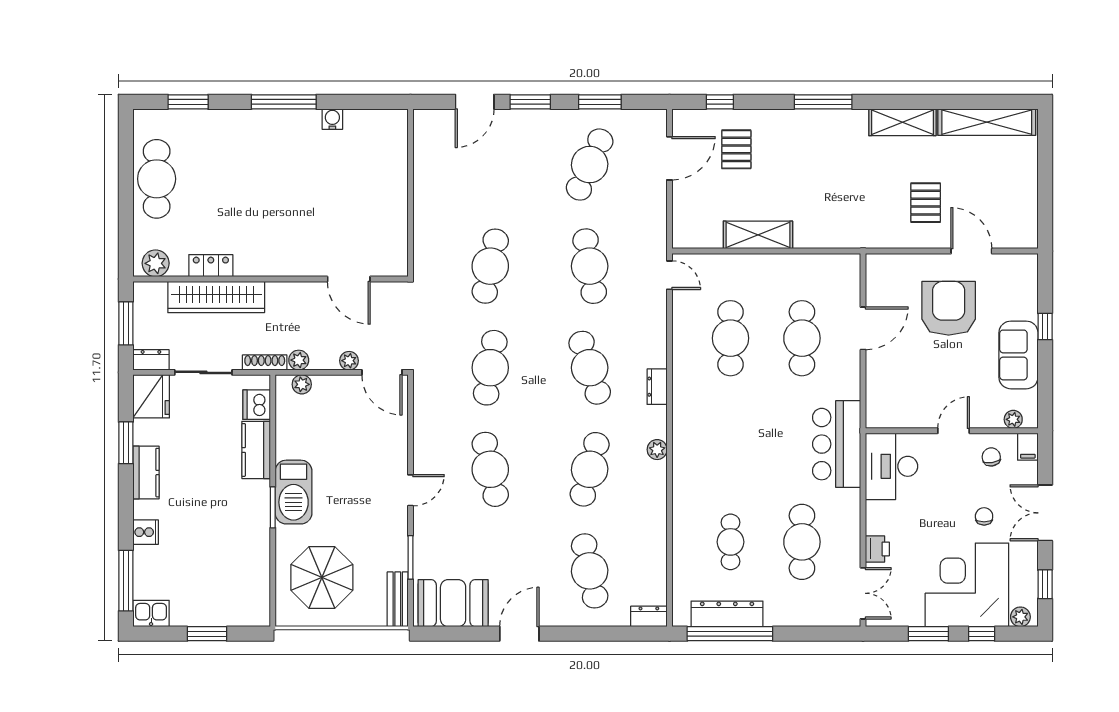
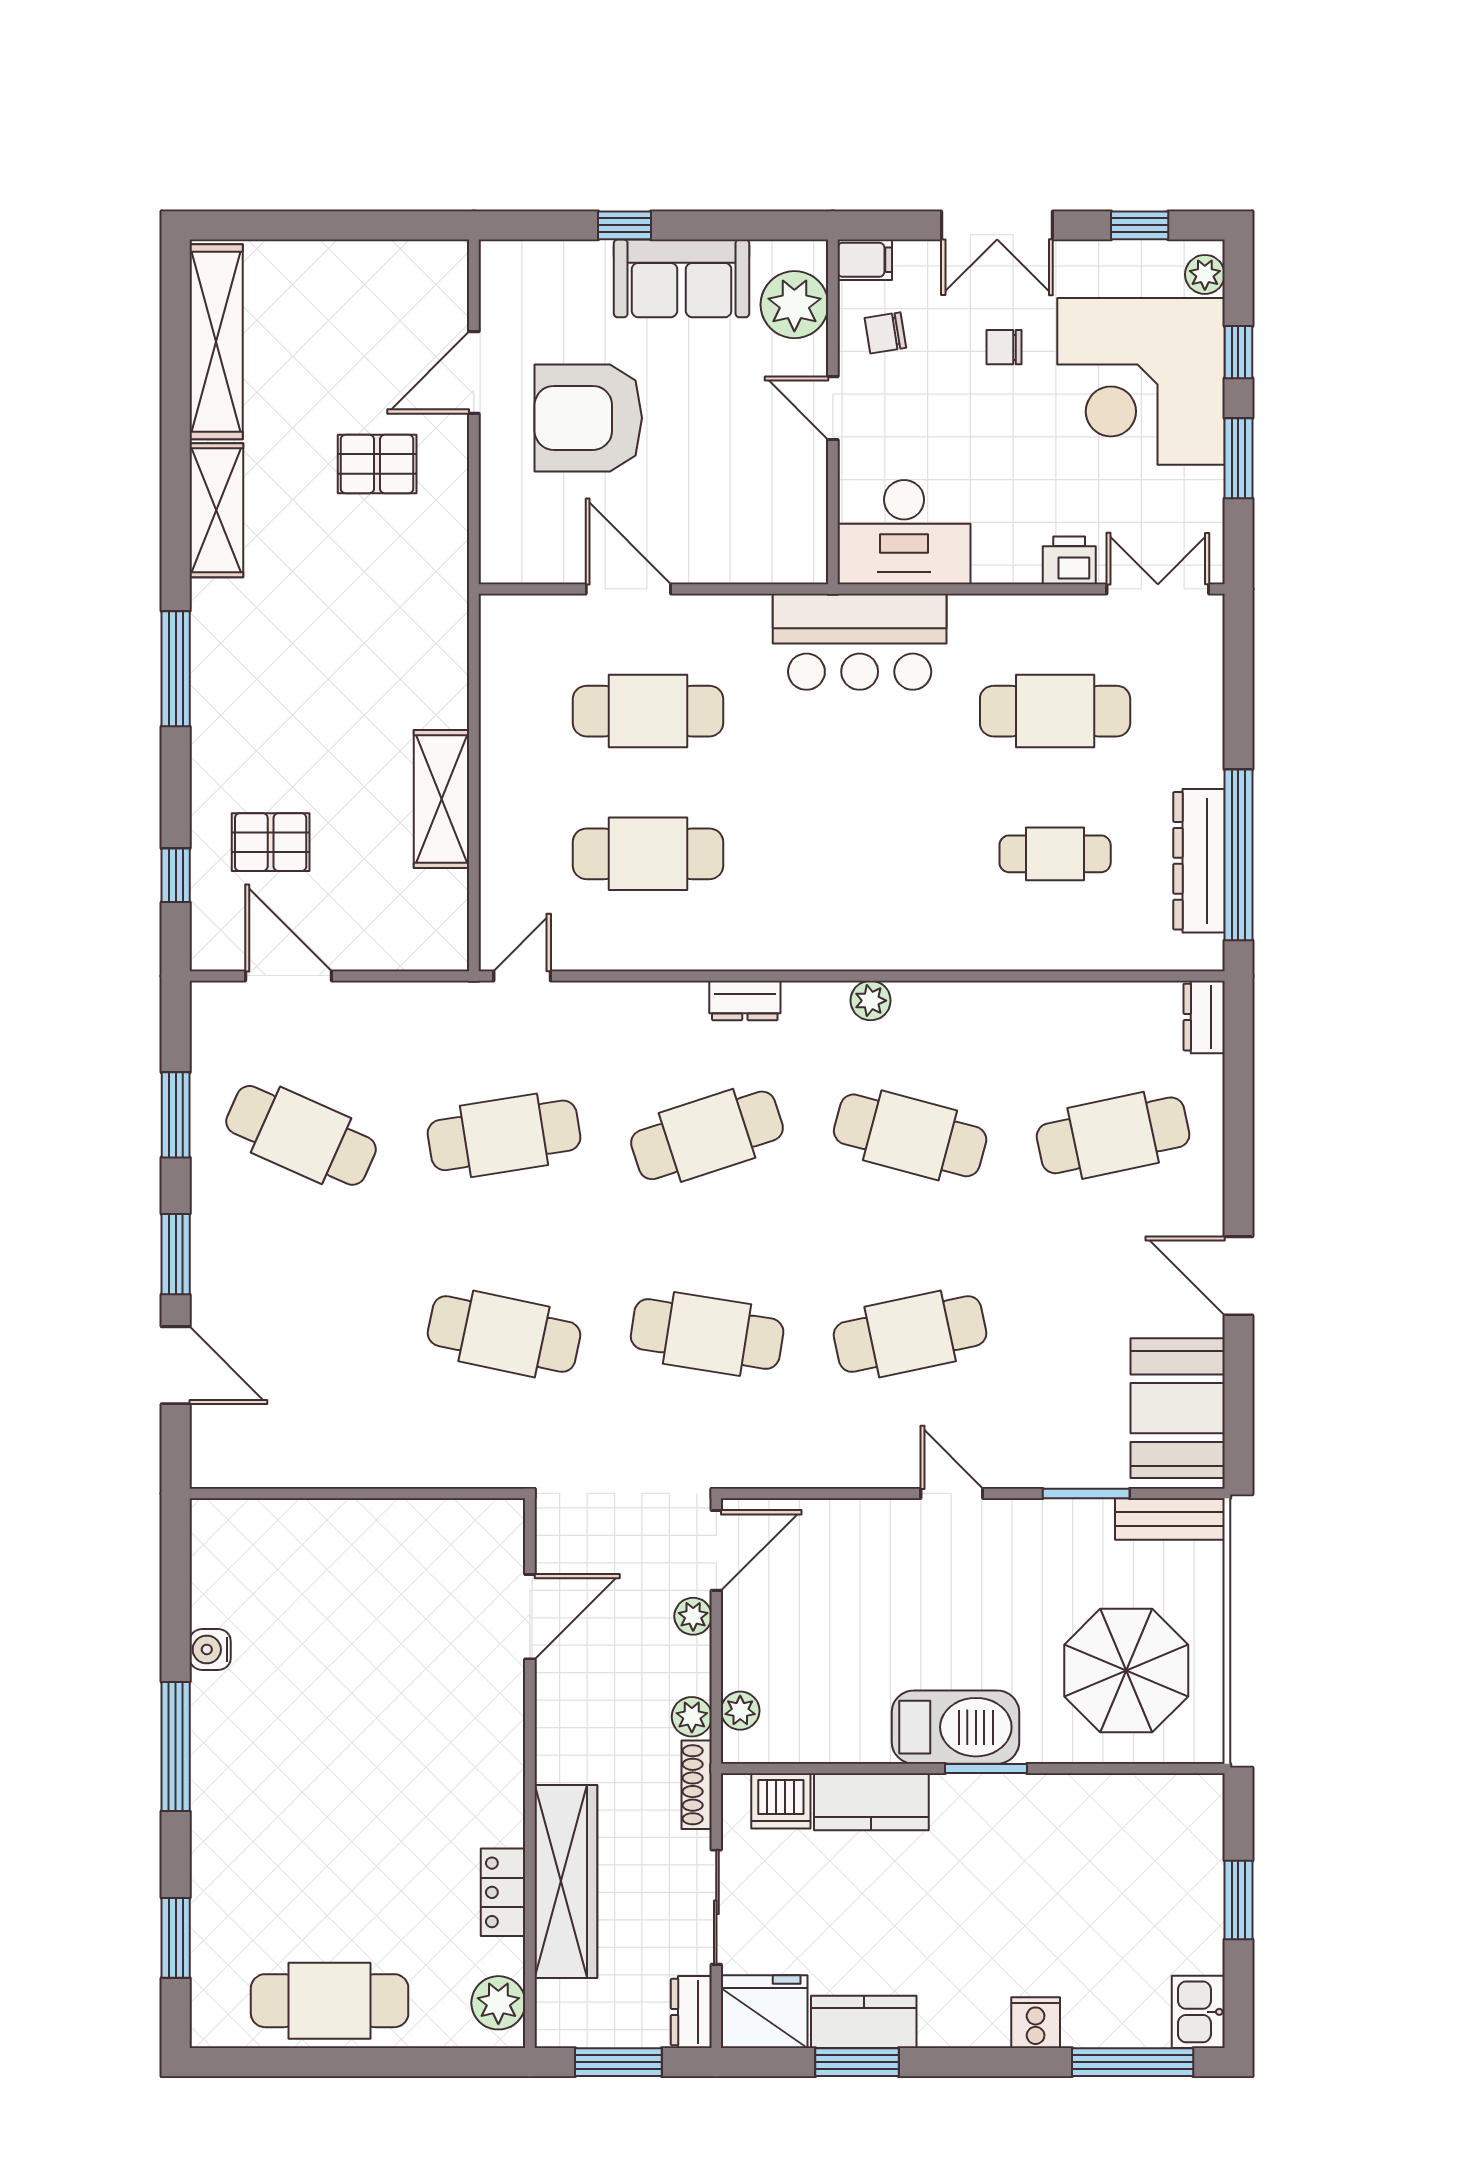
plant: (1013, 419) -> (794, 305), width x1.87, depth x1.87
kitchen counter: (146, 473) -> (864, 2022), moved

